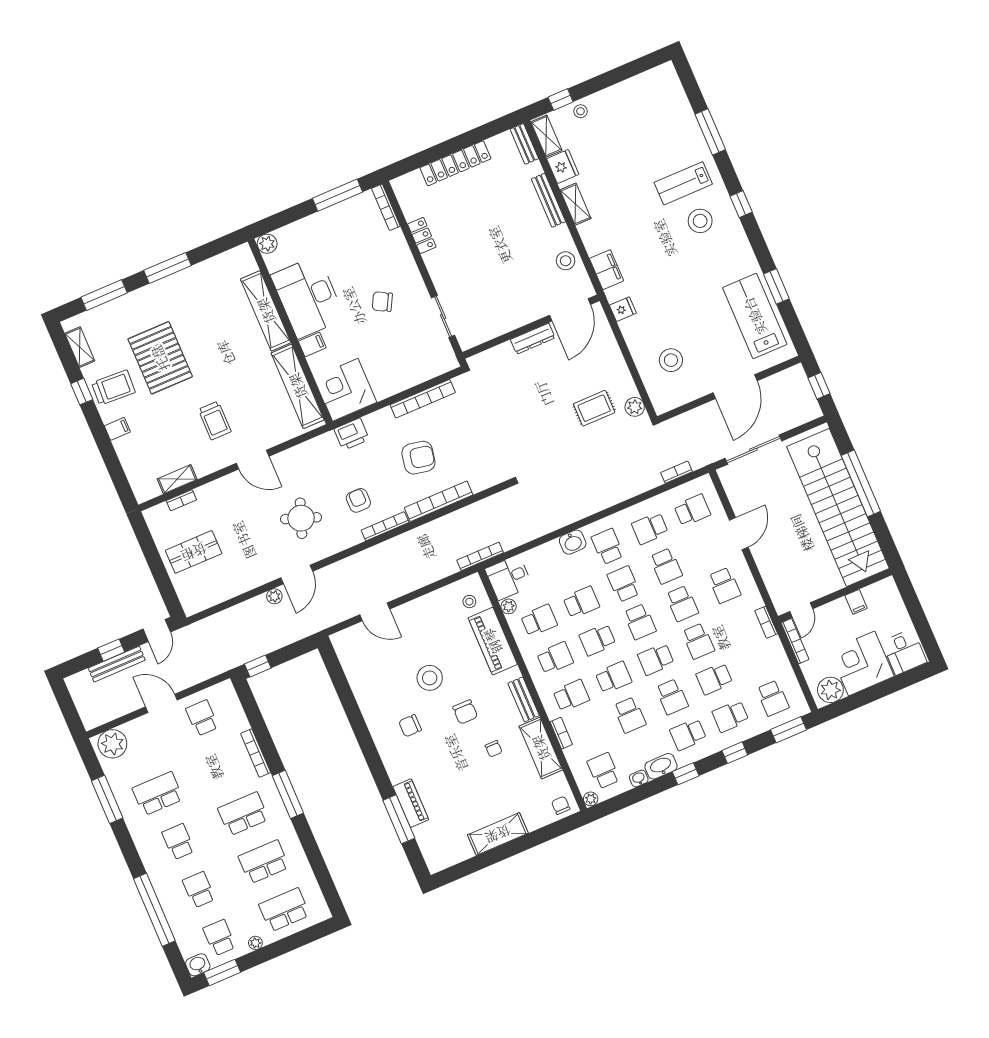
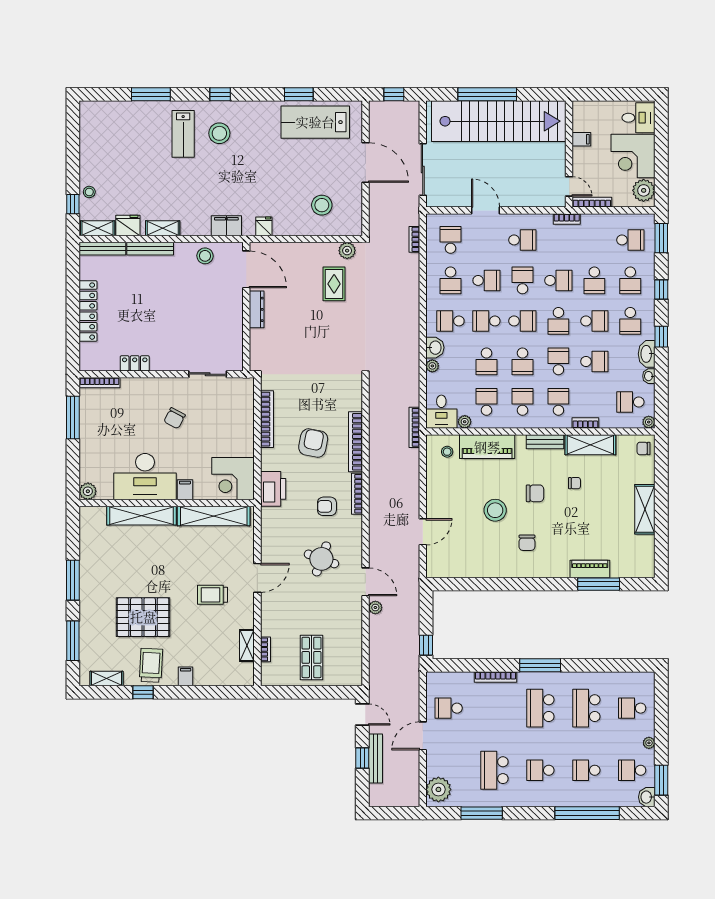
bench: (524, 144) -> (102, 249), width x1.36
trolley: (215, 420) -> (213, 595), turned 180
printer: (352, 434) -> (273, 489), width x1.37, depth x1.19
plant: (552, 548) -> (432, 366), added
school desk: (581, 602) -> (486, 361), turned 180
school desk: (682, 604) -> (522, 280), turned -90
school desk: (284, 910) -> (632, 708), width x0.54

